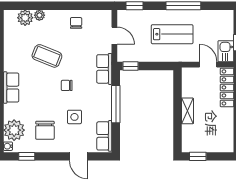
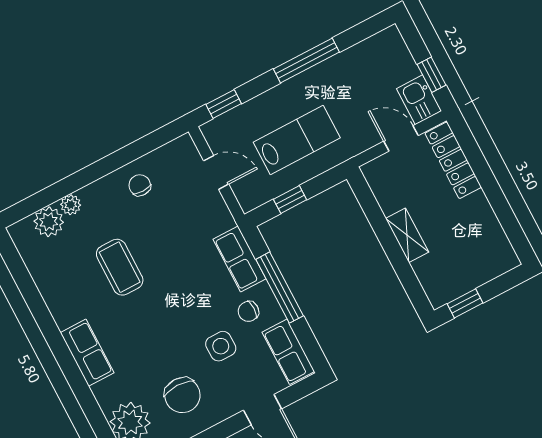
lab bench: (172, 34) -> (297, 140), moved
coffee table: (47, 56) -> (120, 267), turned 68
window: (130, 66) -> (290, 200), moved
row of seats: (104, 69) -> (239, 259), moved
chair: (67, 85) -> (248, 311), moved

